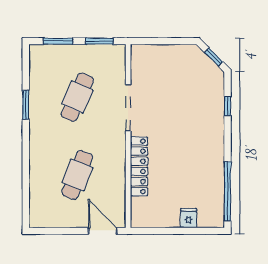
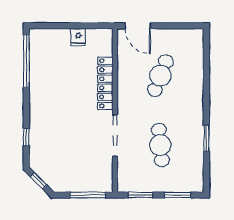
window: (159, 41) -> (88, 195), added
cafe table: (77, 97) -> (160, 145), turned -30
fridge: (189, 218) -> (78, 37), moved

